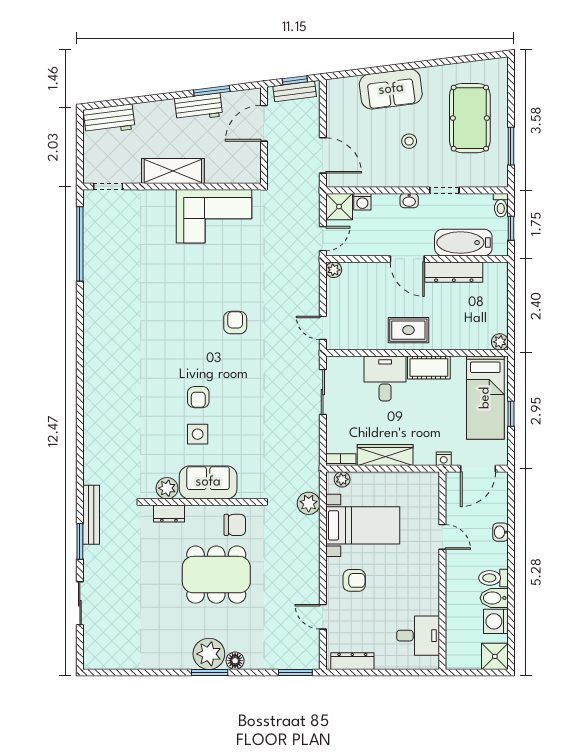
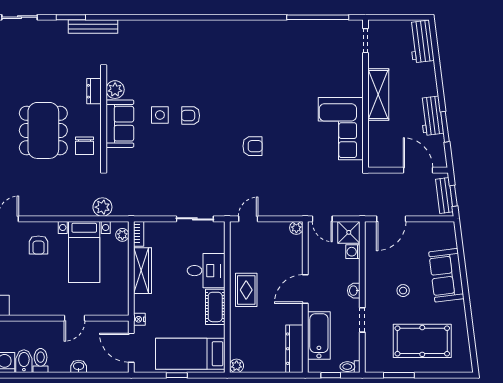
dresser: (454, 272) -> (294, 349), moved

